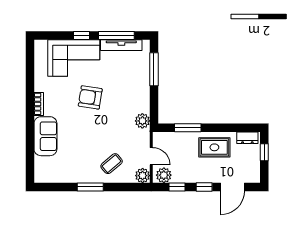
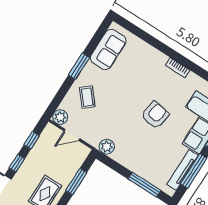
sofa: (45, 136) -> (108, 49), moved, turned -90
plant: (164, 175) -> (49, 135), removed

